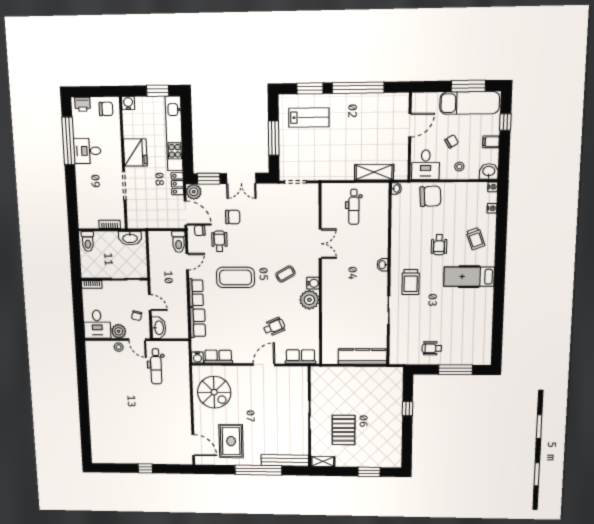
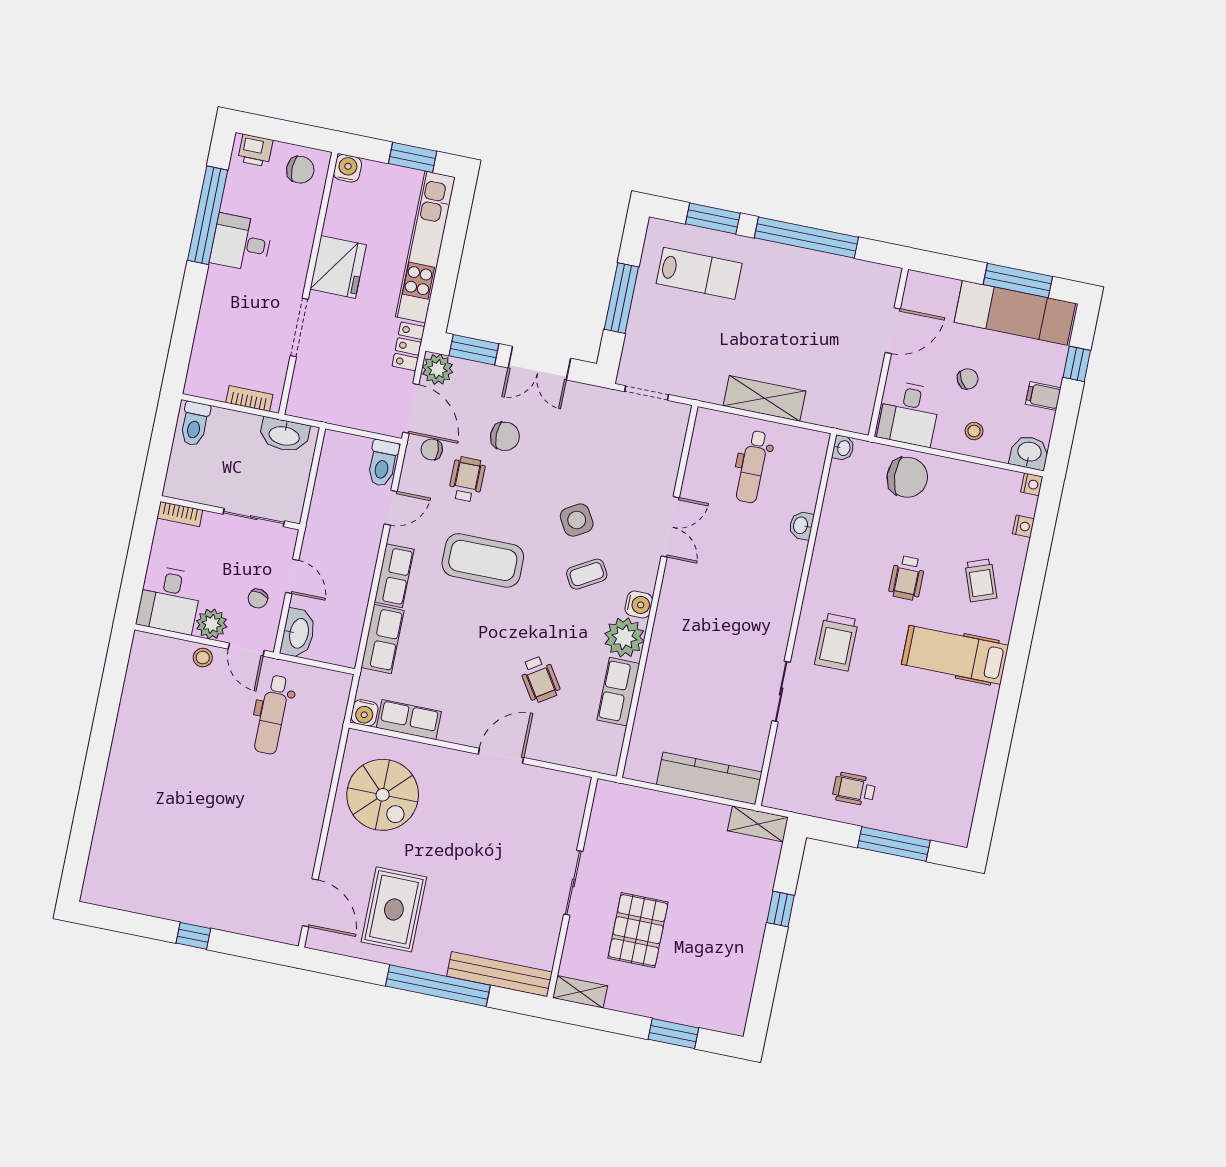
shelving: (374, 172) -> (765, 398), moved
side table: (275, 250) -> (577, 520), added
washbasin: (383, 265) -> (801, 525), moved
wheelchair: (274, 327) -> (540, 679), turned 80
row of seats: (300, 357) -> (618, 692), moved, turned -90
shelving: (389, 373) -> (758, 824), added

